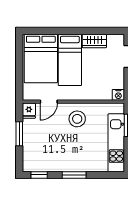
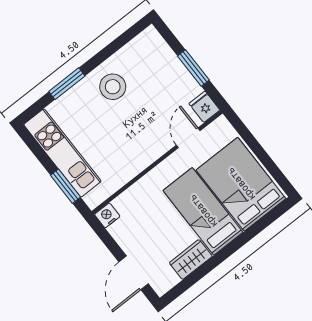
stool: (77, 119) -> (113, 87), moved
window: (39, 175) -> (128, 36), removed
window: (74, 175) -> (67, 84), moved

